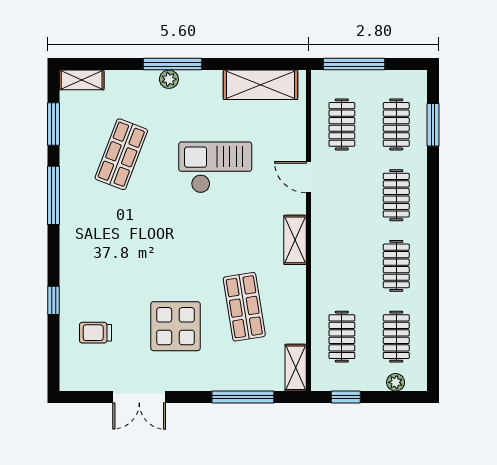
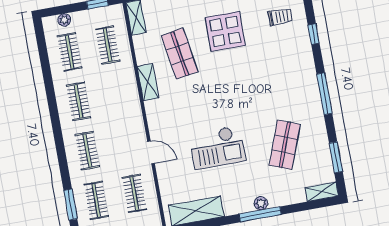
window: (54, 195) -> (324, 94), moved
shelving: (295, 240) -> (148, 82), moved

